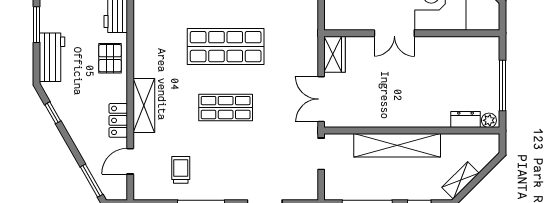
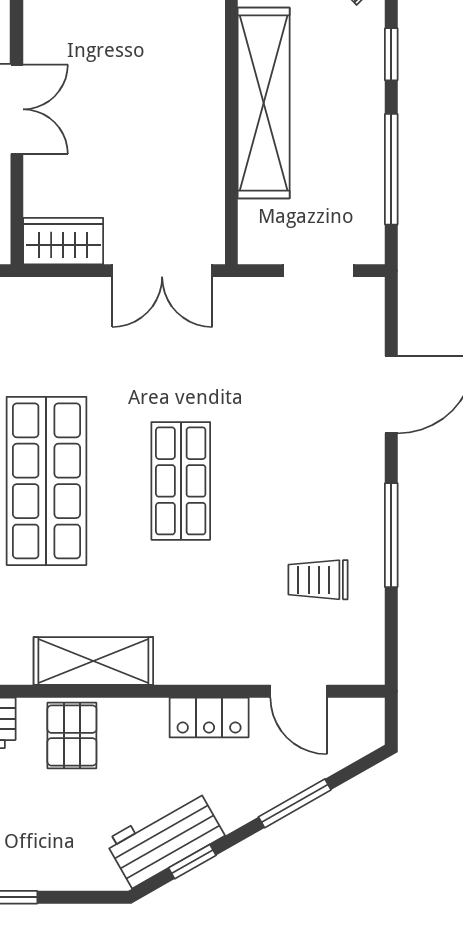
workbench: (52, 57) -> (165, 838), moved, turned -30
pallet: (110, 58) -> (72, 736), turned 90
shelving: (144, 105) -> (93, 661), moved
doorway: (321, 154) -> (318, 271), moved
window: (91, 181) -> (295, 803), moved

